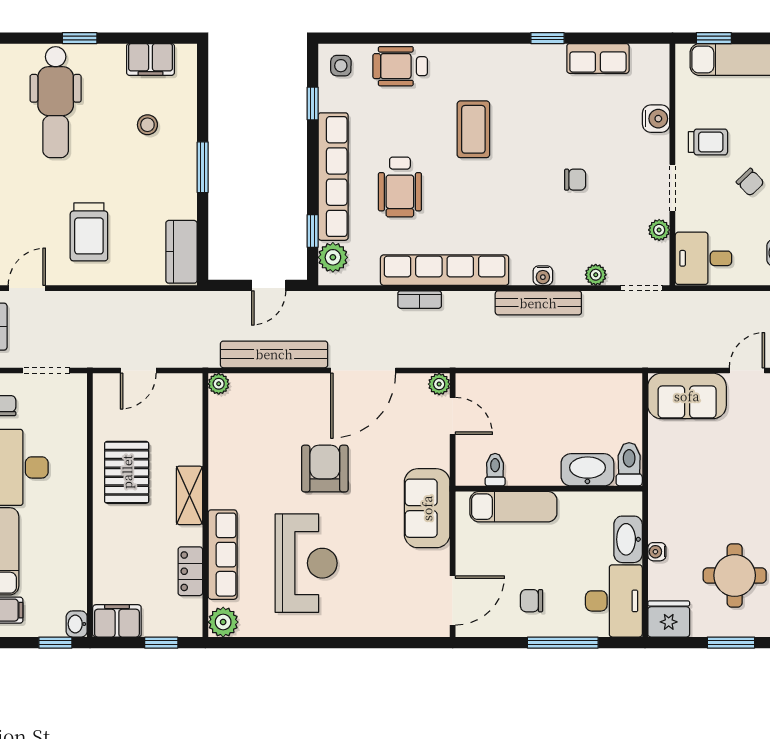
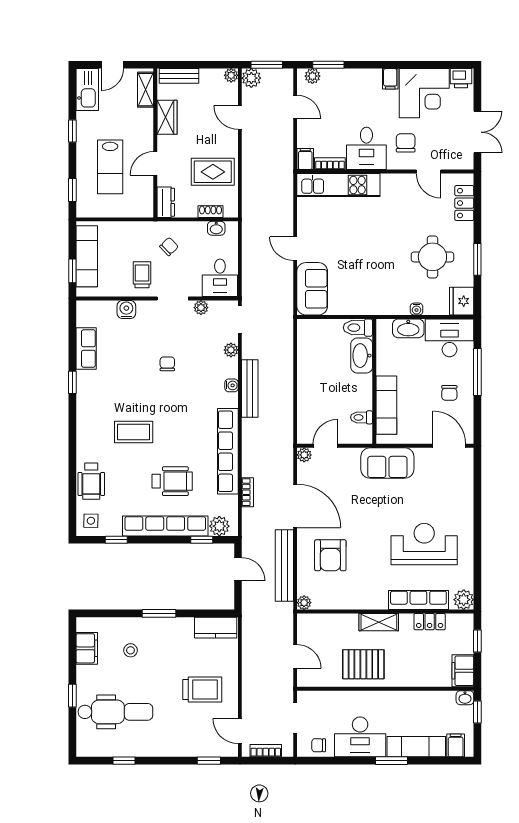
bookcase: (420, 300) -> (248, 492), moved
armchair: (325, 469) -> (330, 555), moved, turned -90

